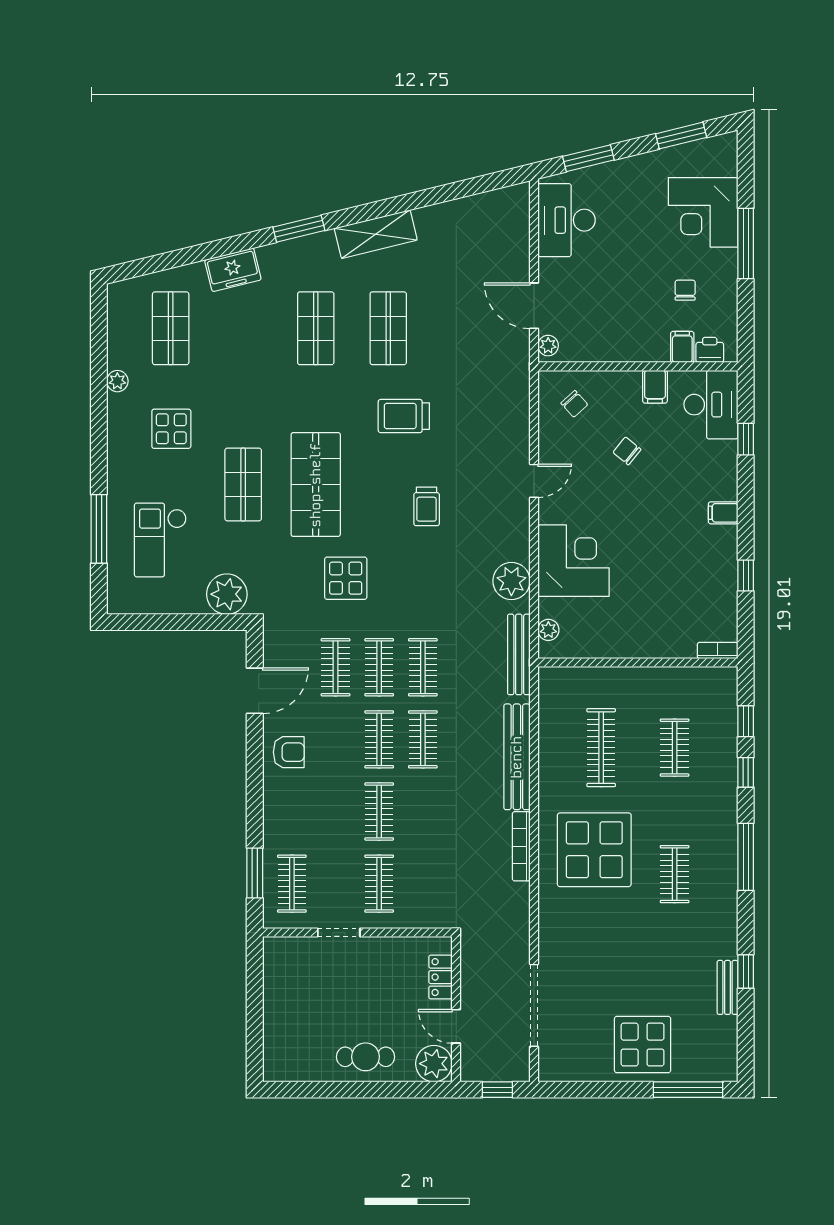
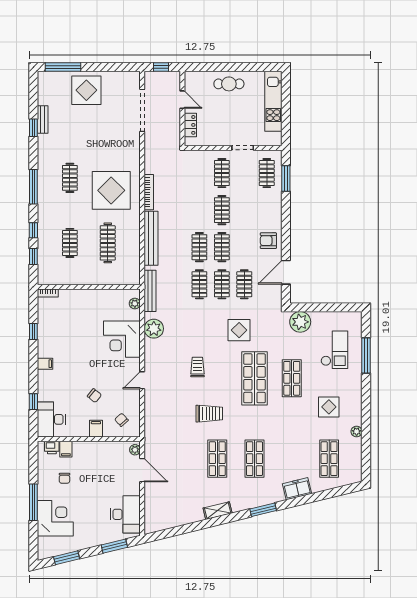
shelving: (376, 234) -> (218, 511), width x0.67, depth x0.75
filing cabinet: (655, 387) -> (96, 429), moved
kitchen unit: (279, 1023) -> (273, 101), added
plant: (434, 1064) -> (194, 80), removed

